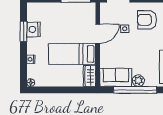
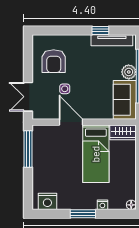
nightstand: (33, 29) -> (47, 201), moved
window: (23, 31) -> (83, 214), moved

